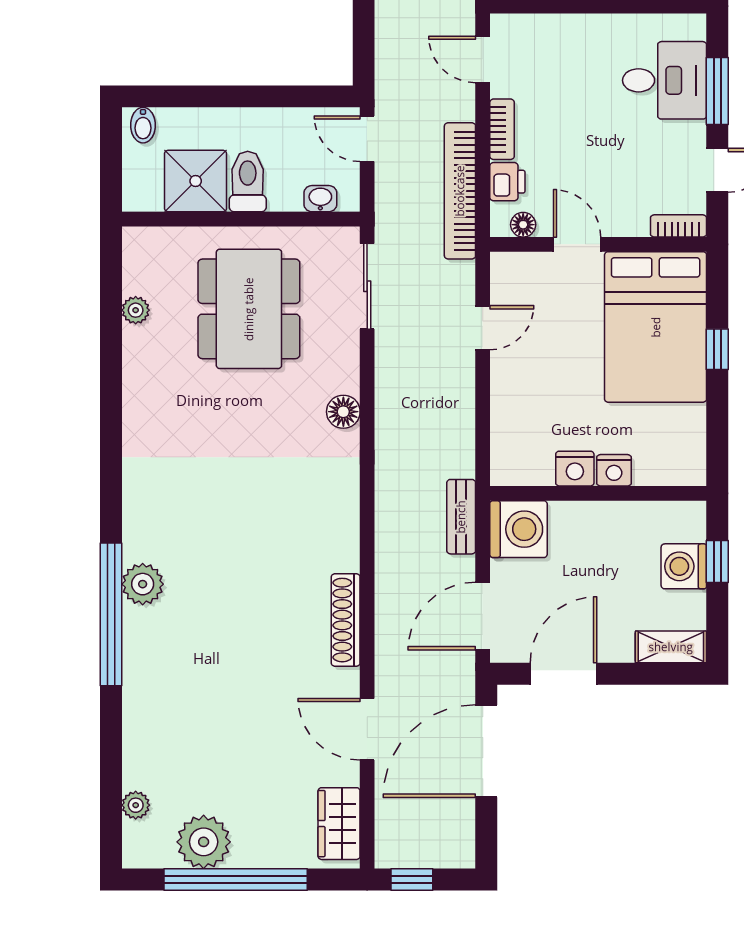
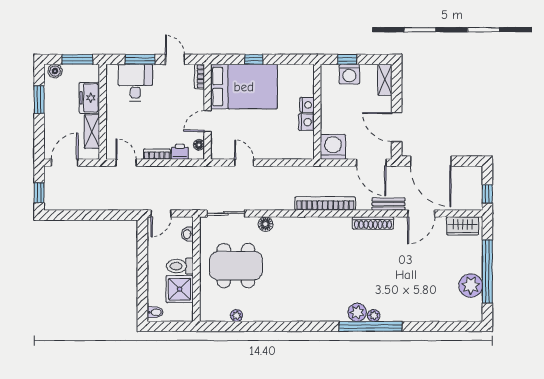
door: (483, 59) -> (126, 163), swing flipped
bookcase: (460, 191) -> (325, 204), moved, turned 180
floor lamp: (343, 412) -> (265, 224), moved
bench: (461, 517) -> (388, 204), moved
plant: (136, 805) -> (374, 315), moved

